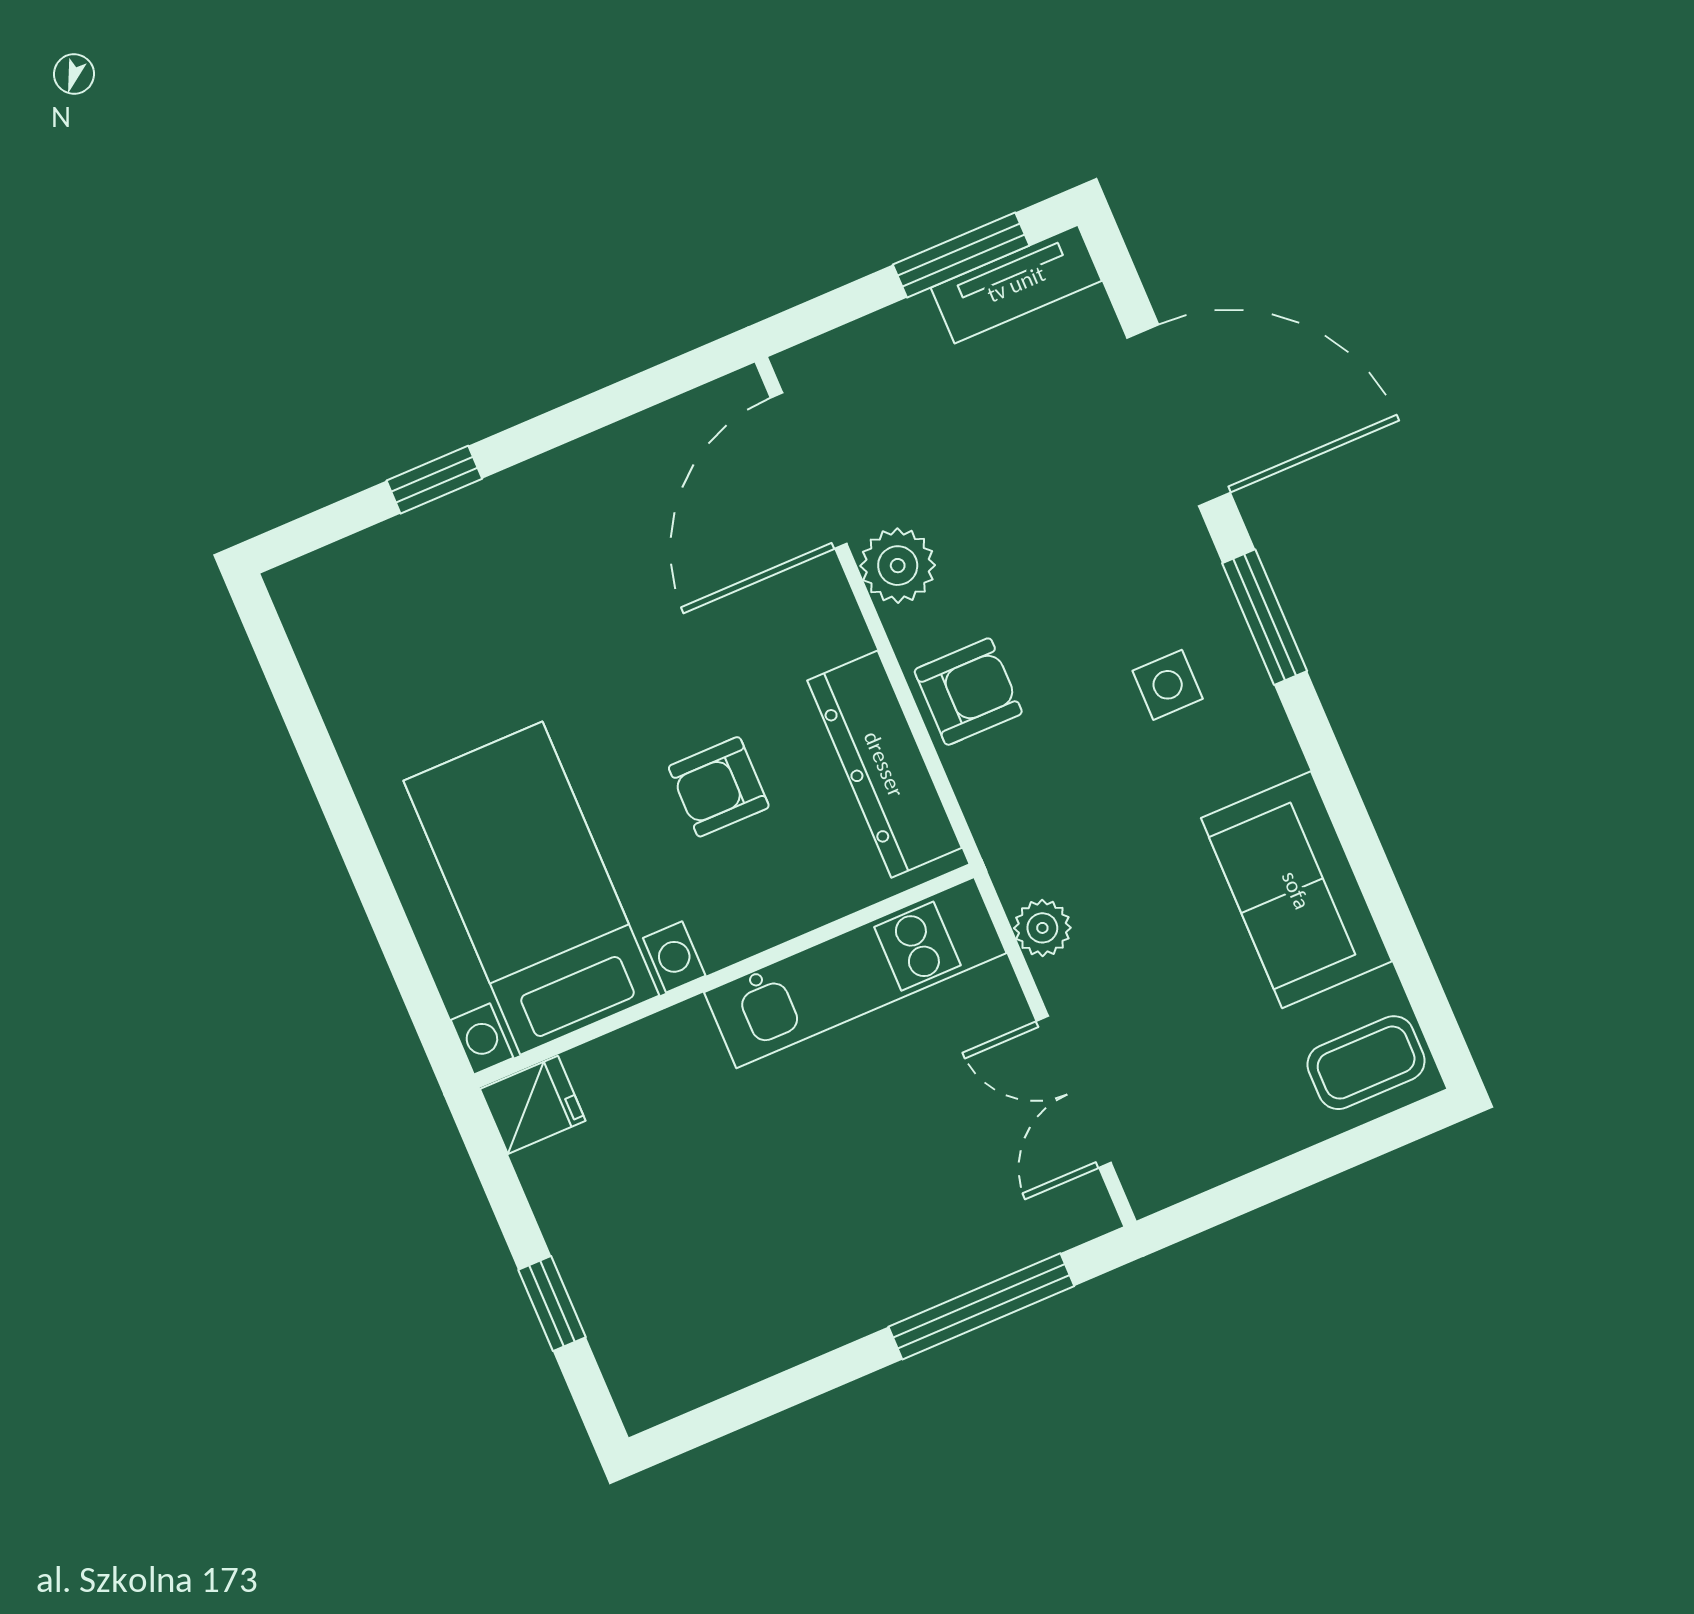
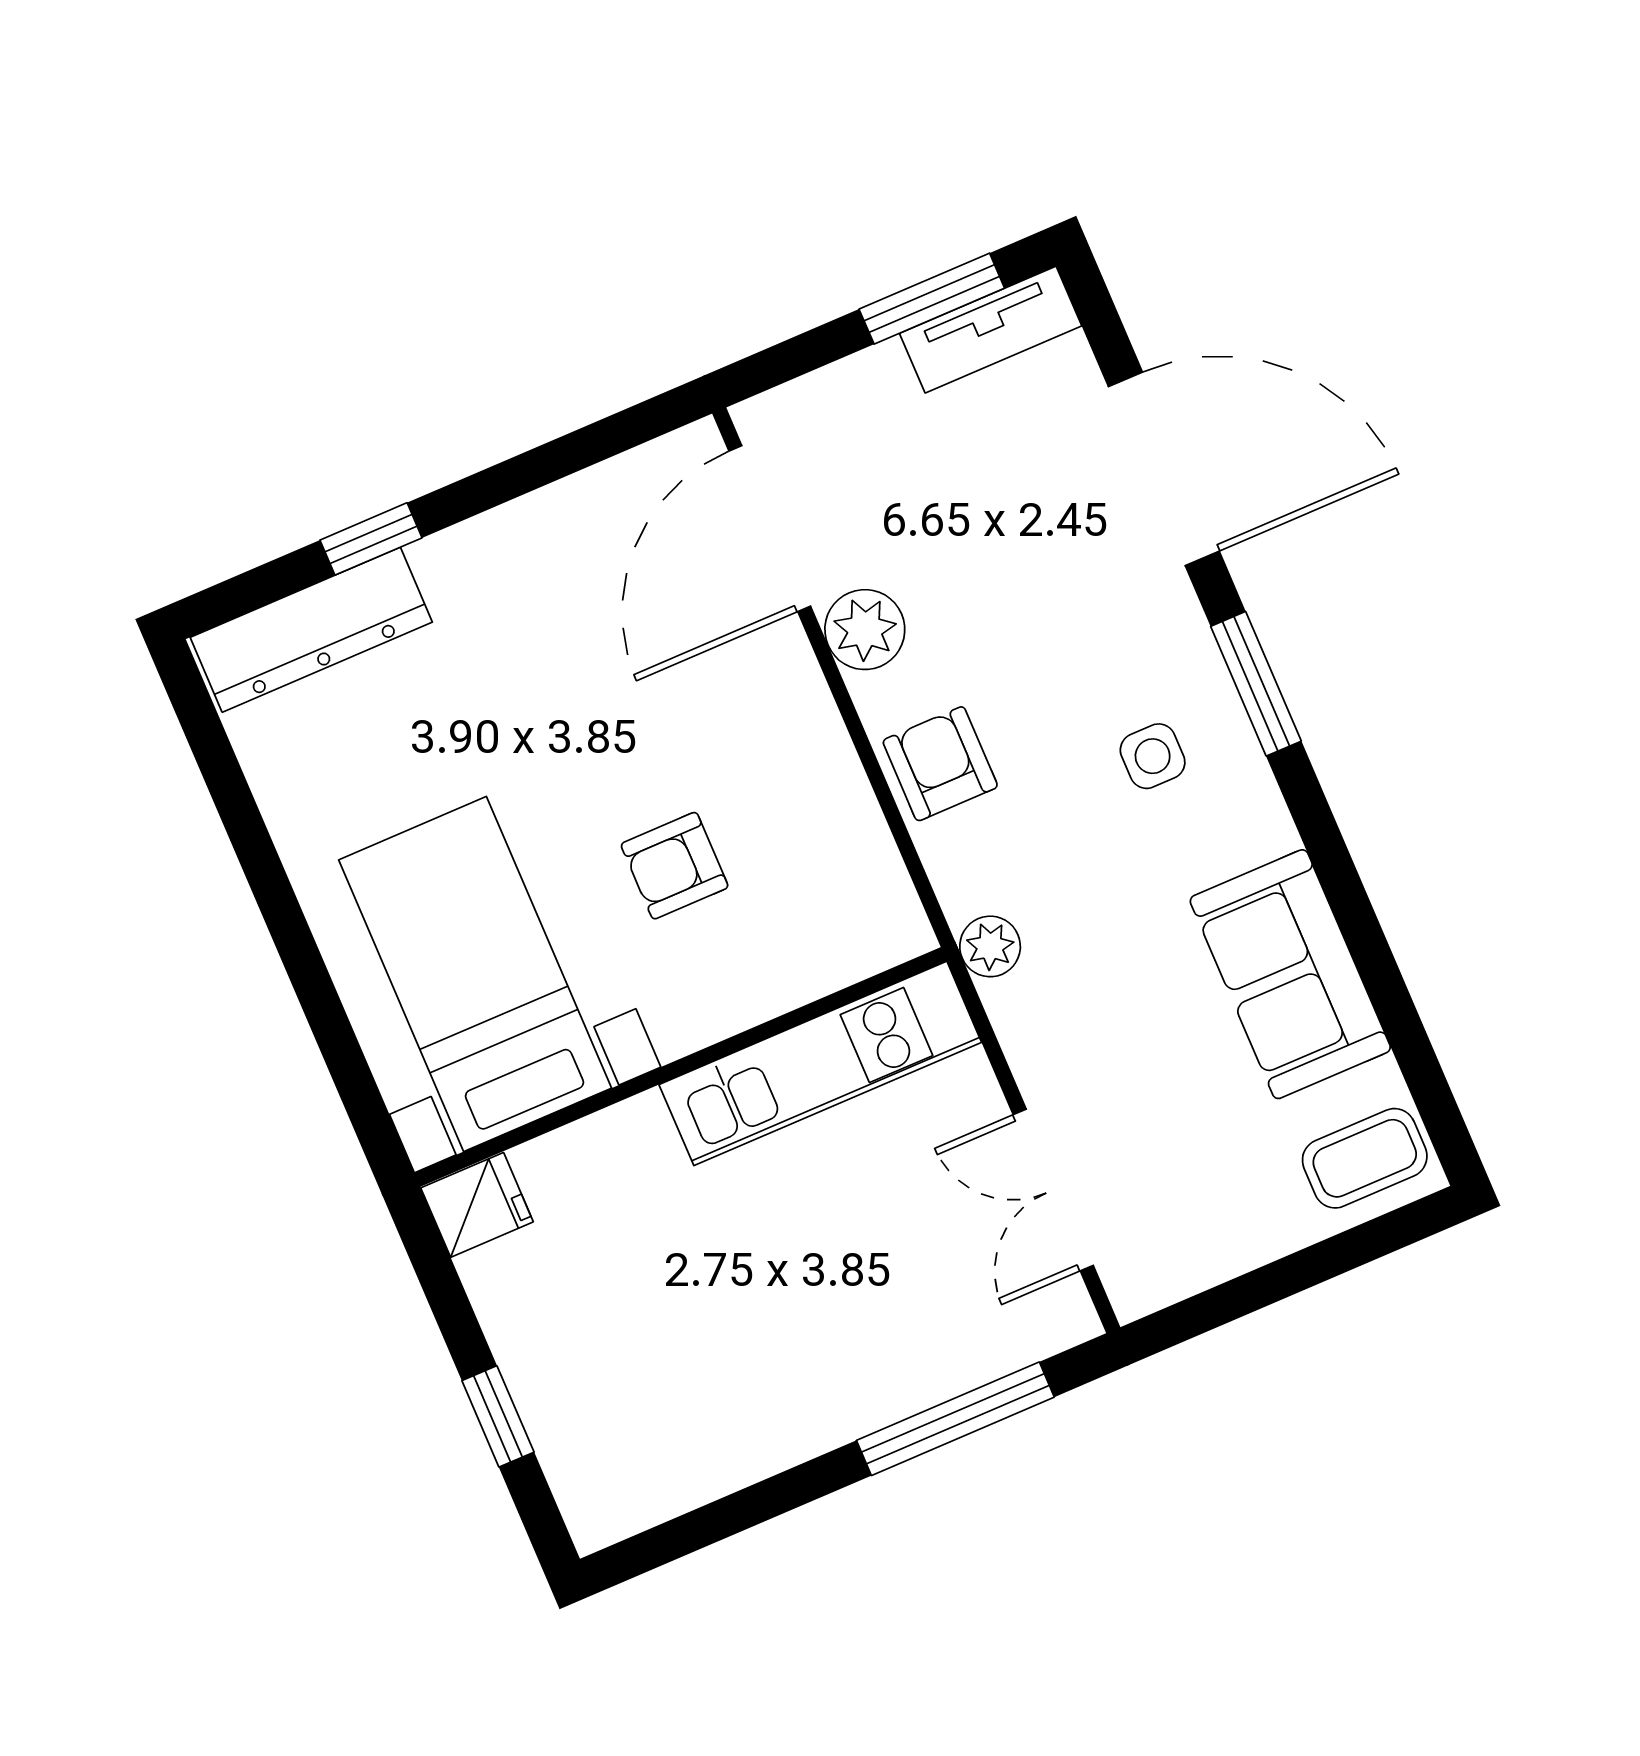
armchair: (968, 692) -> (940, 764), turned -90
dresser: (884, 764) -> (311, 630), moved, turned -90
plant: (1042, 928) -> (990, 946), moved

